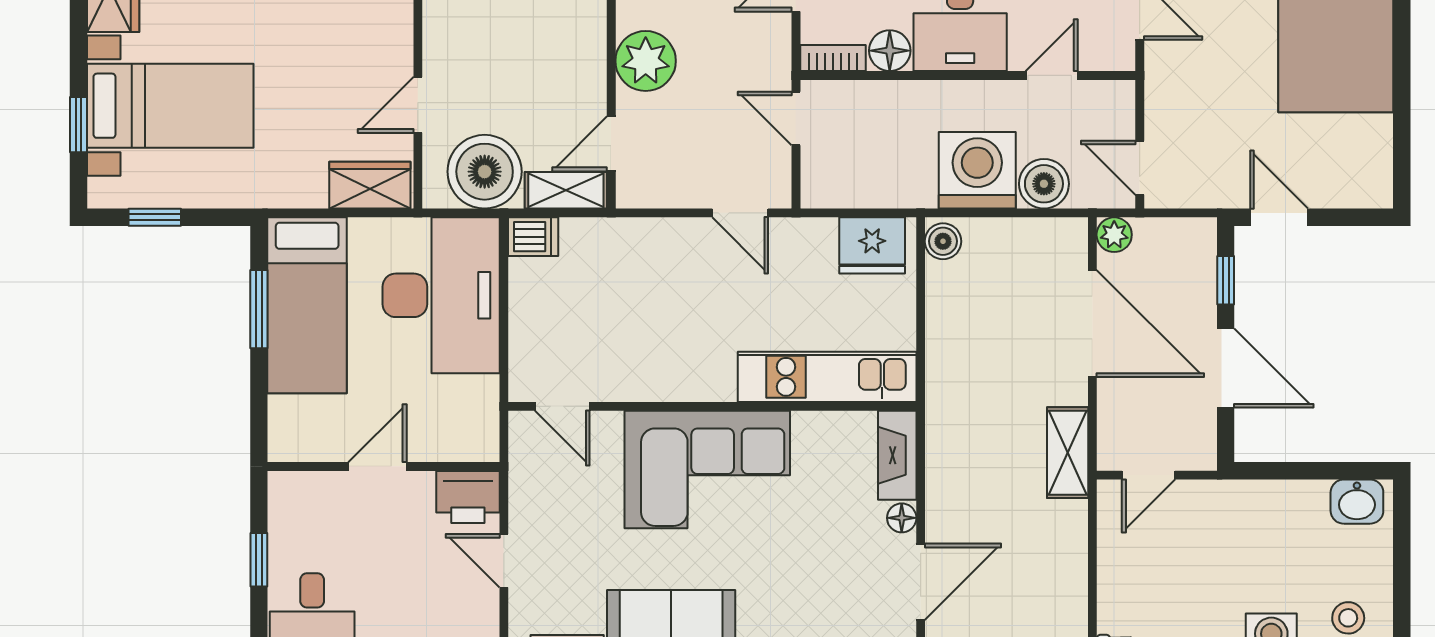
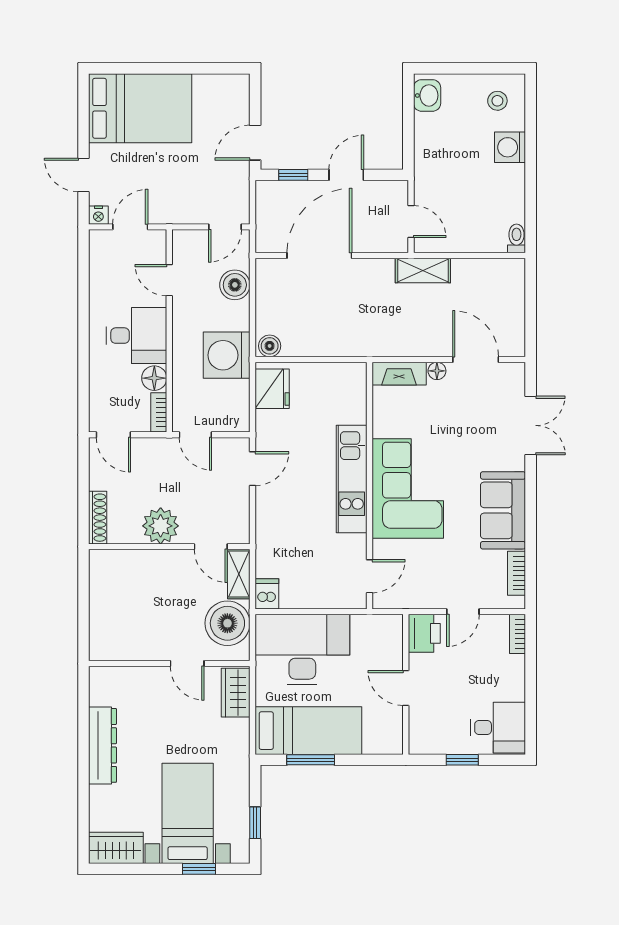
door: (796, 118) -> (195, 435), hinge flipped
washing machine: (977, 170) -> (227, 355), moved
plant: (1114, 235) -> (266, 242), removed
door: (1226, 368) -> (346, 175), width x0.73
kitchen unit: (827, 377) -> (352, 479), moved
shelving: (1068, 453) -> (423, 270), moved

